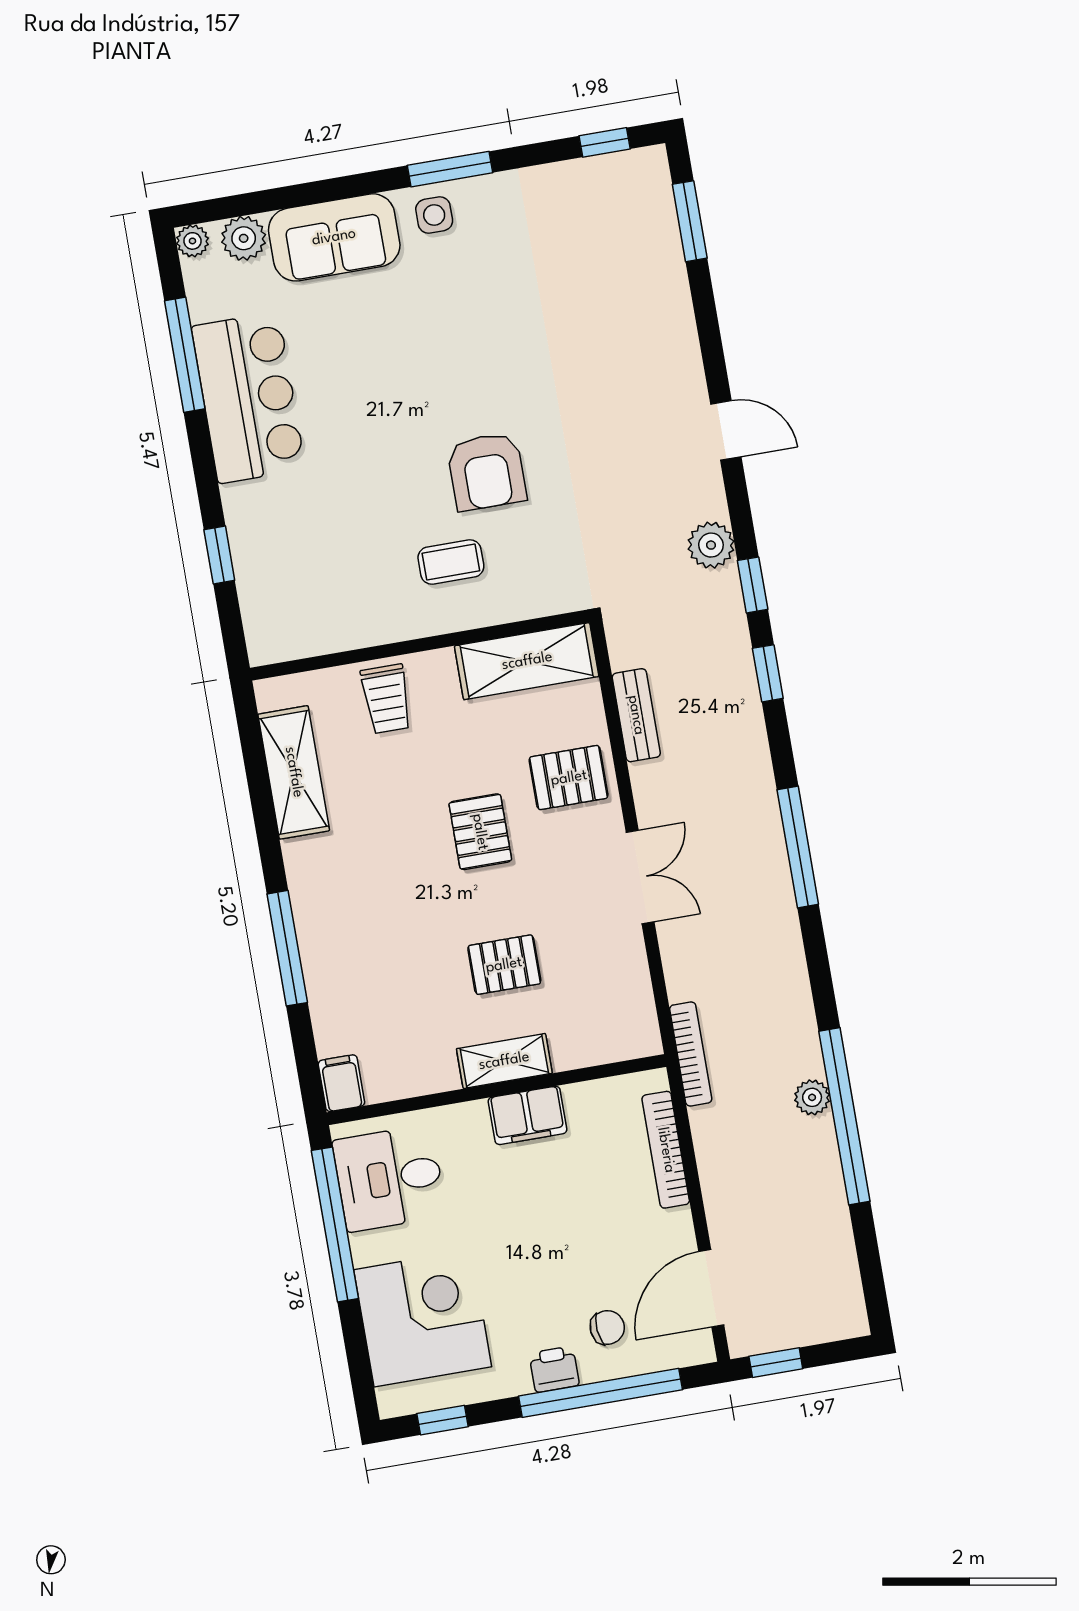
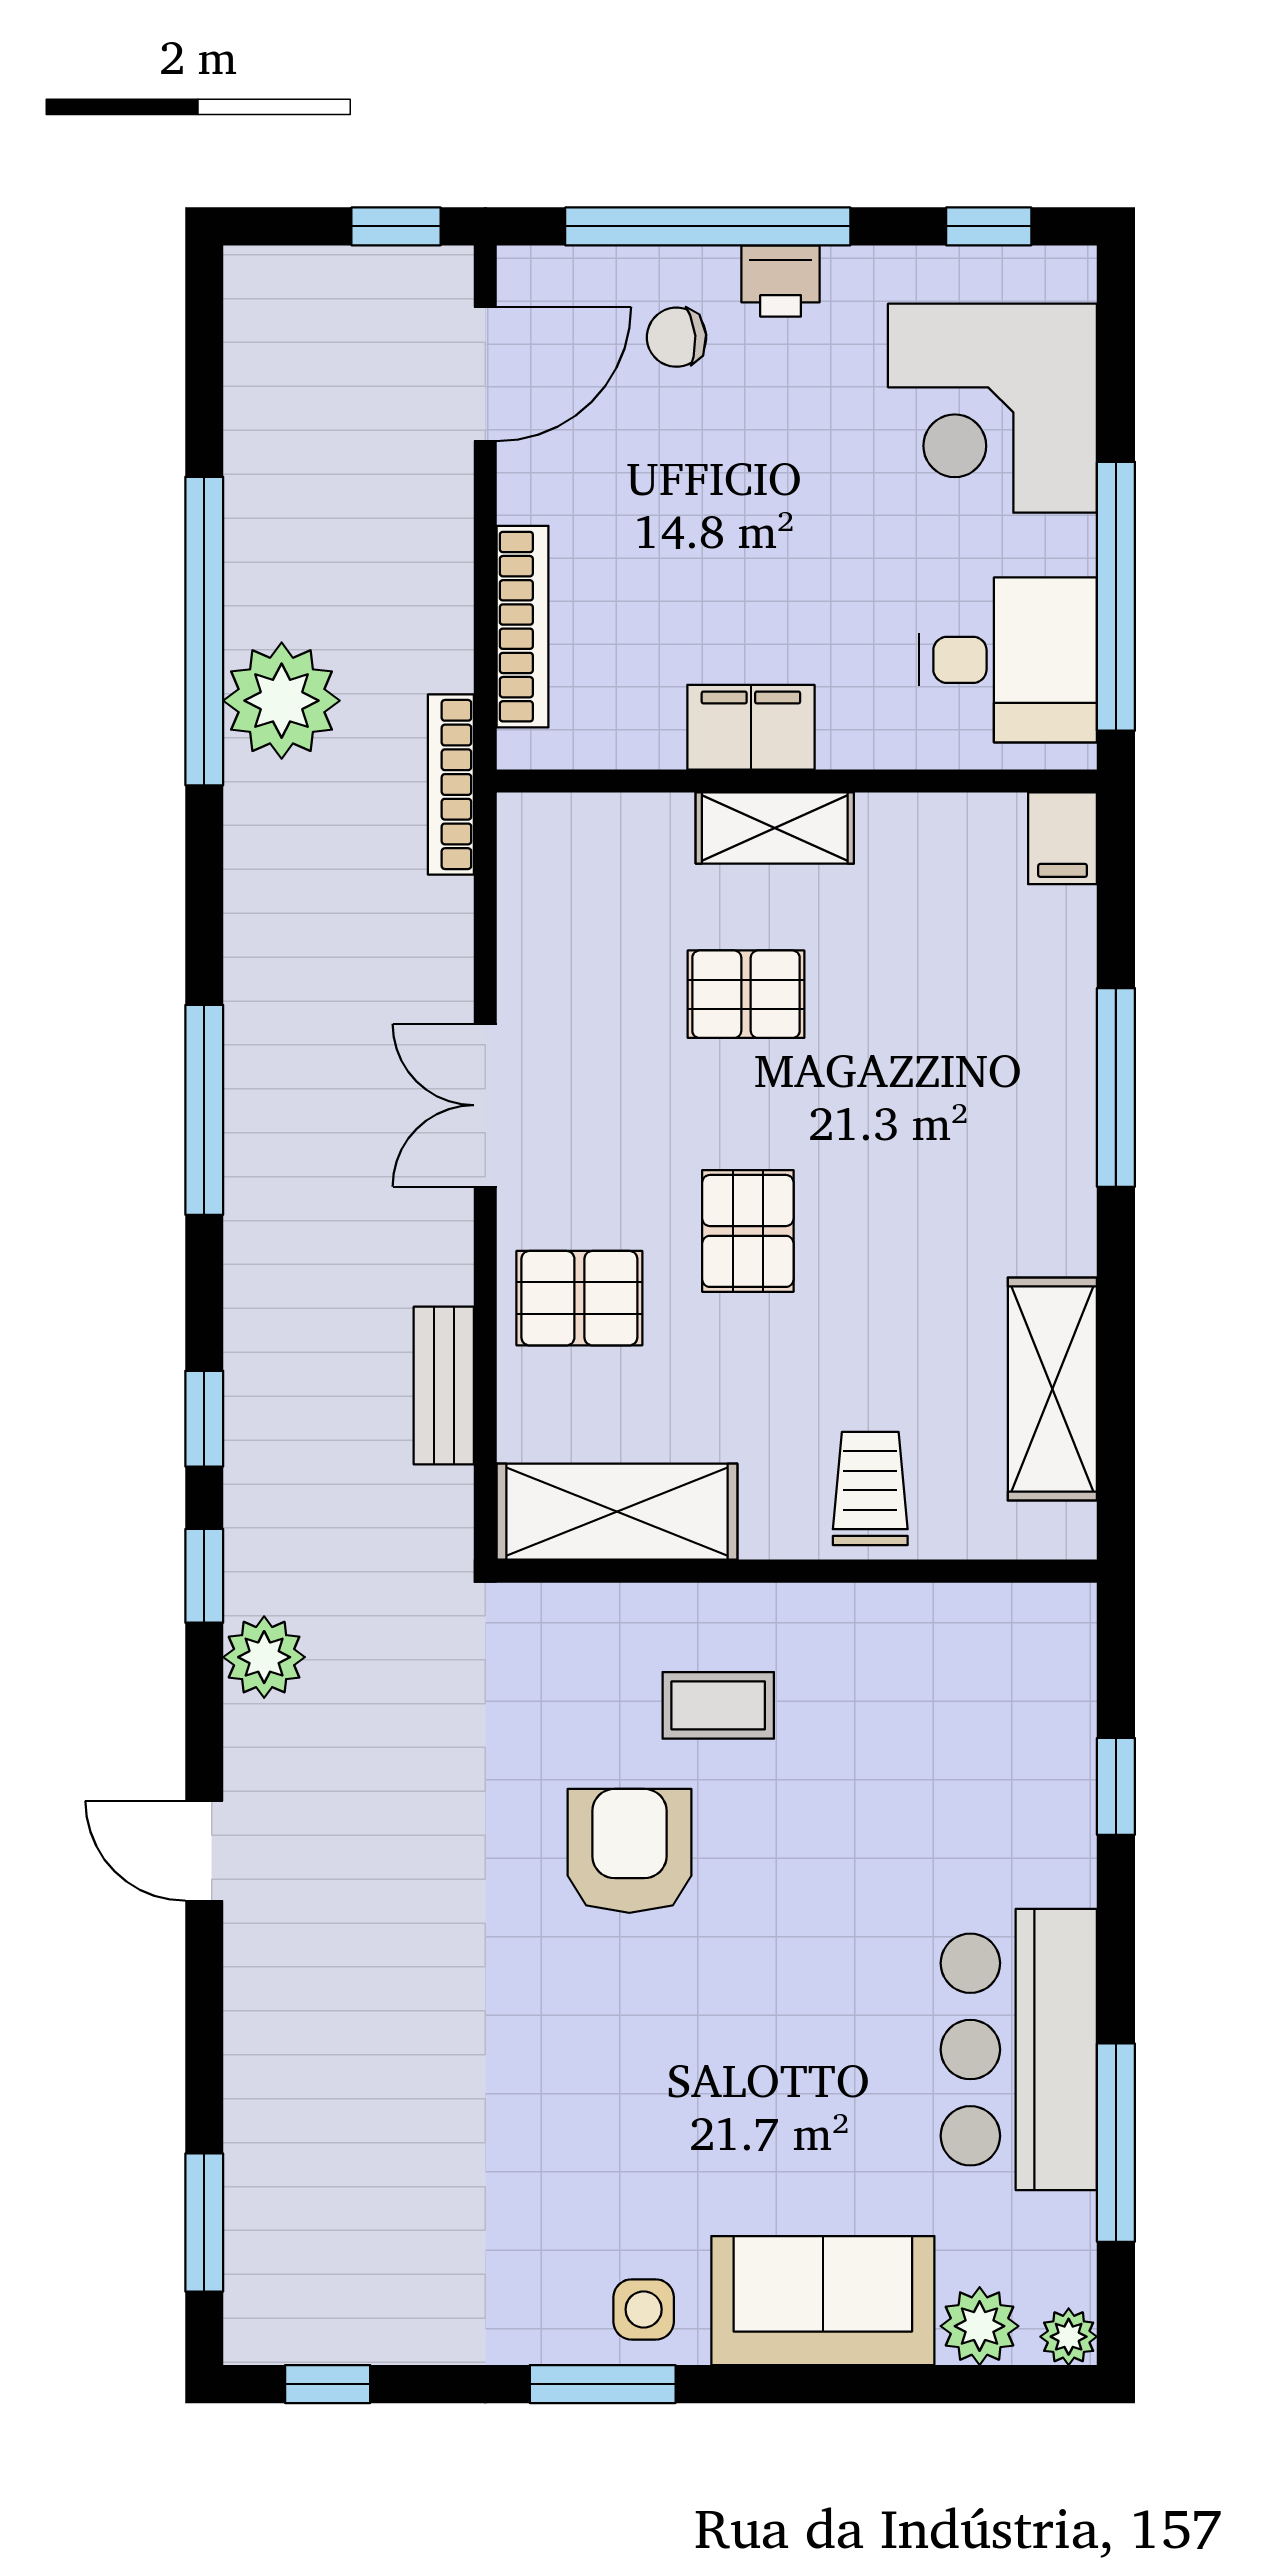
plant: (812, 1097) -> (282, 701), width x1.87, depth x1.87

